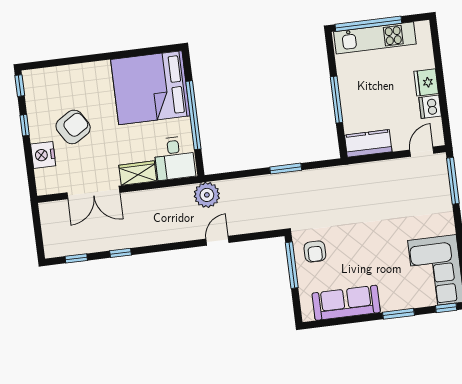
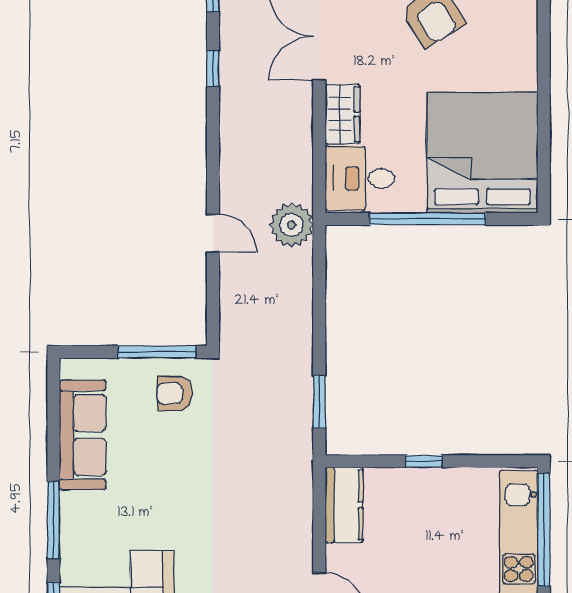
window: (337, 100) -> (424, 461), width x0.46
window: (286, 169) -> (319, 402), moved
window: (398, 314) -> (53, 520), width x1.44

